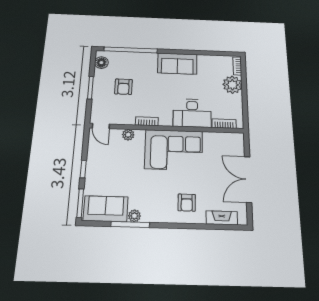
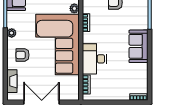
plant: (232, 85) -> (121, 92), removed
corner sofa: (174, 150) -> (57, 45), width x1.36, depth x1.36
plant: (134, 216) -> (12, 33), moved

